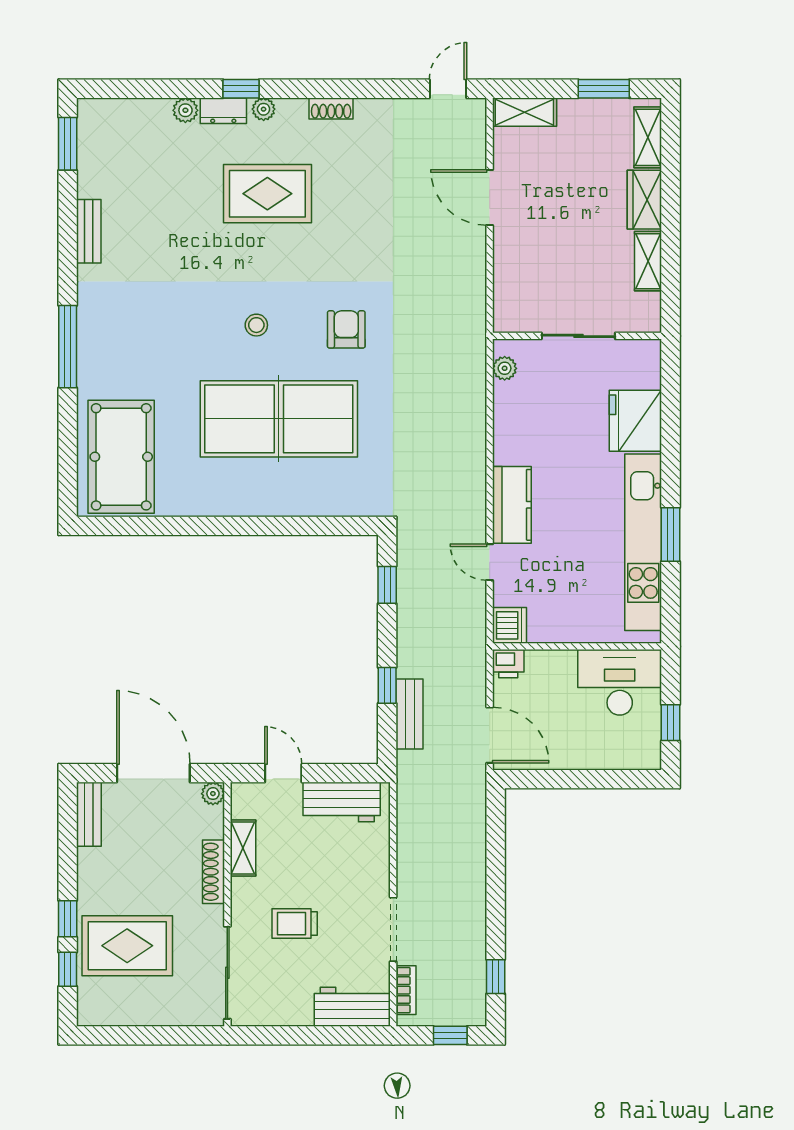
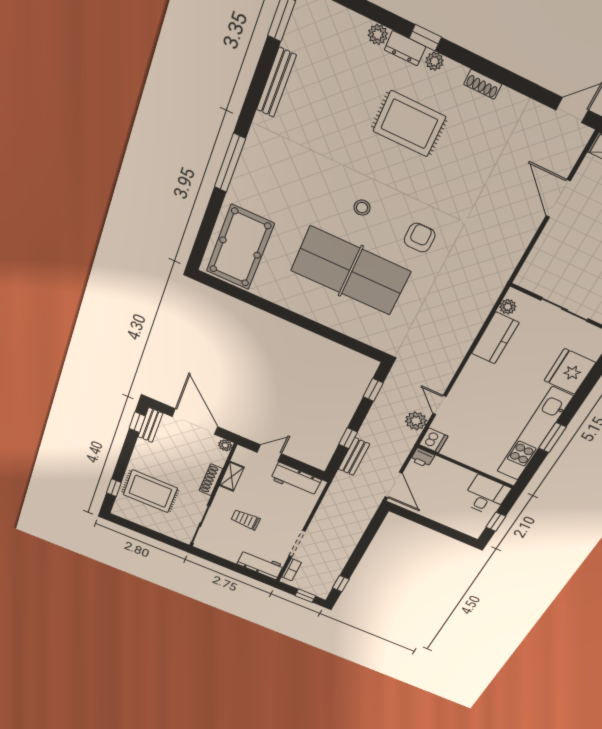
bench: (89, 231) -> (276, 83), width x1.36
kitchen counter: (512, 505) -> (495, 338), moved
plant: (470, 605) -> (416, 421), added
desk: (620, 682) -> (486, 495), width x0.73
door: (283, 773) -> (269, 453), hinge flipped
window: (68, 919) -> (137, 422), moved

